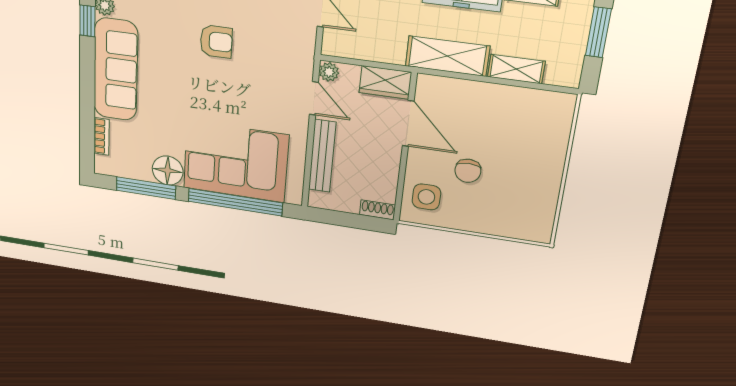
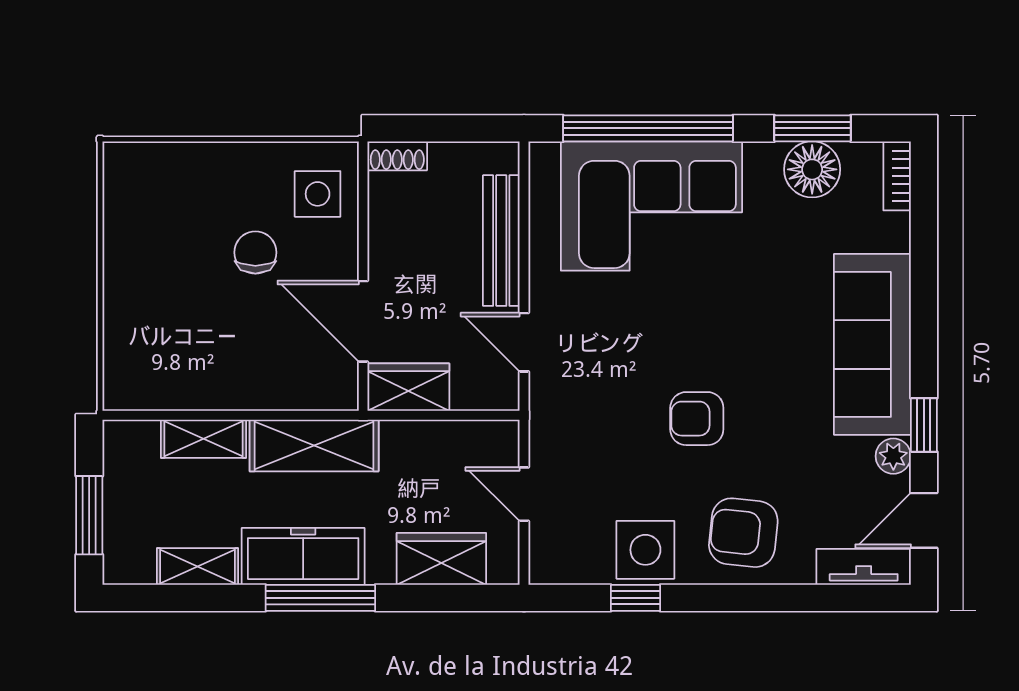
plant: (329, 72) -> (503, 392), removed
bookcase: (101, 136) -> (897, 176), moved
floor lamp: (168, 170) -> (812, 169), moved
window: (146, 188) -> (813, 128), width x0.69

